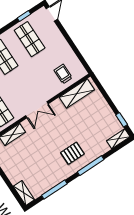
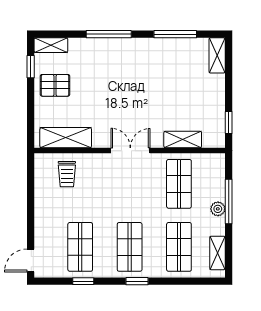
window: (24, 16) -> (83, 281), moved
pallet: (72, 153) -> (55, 85), moved

